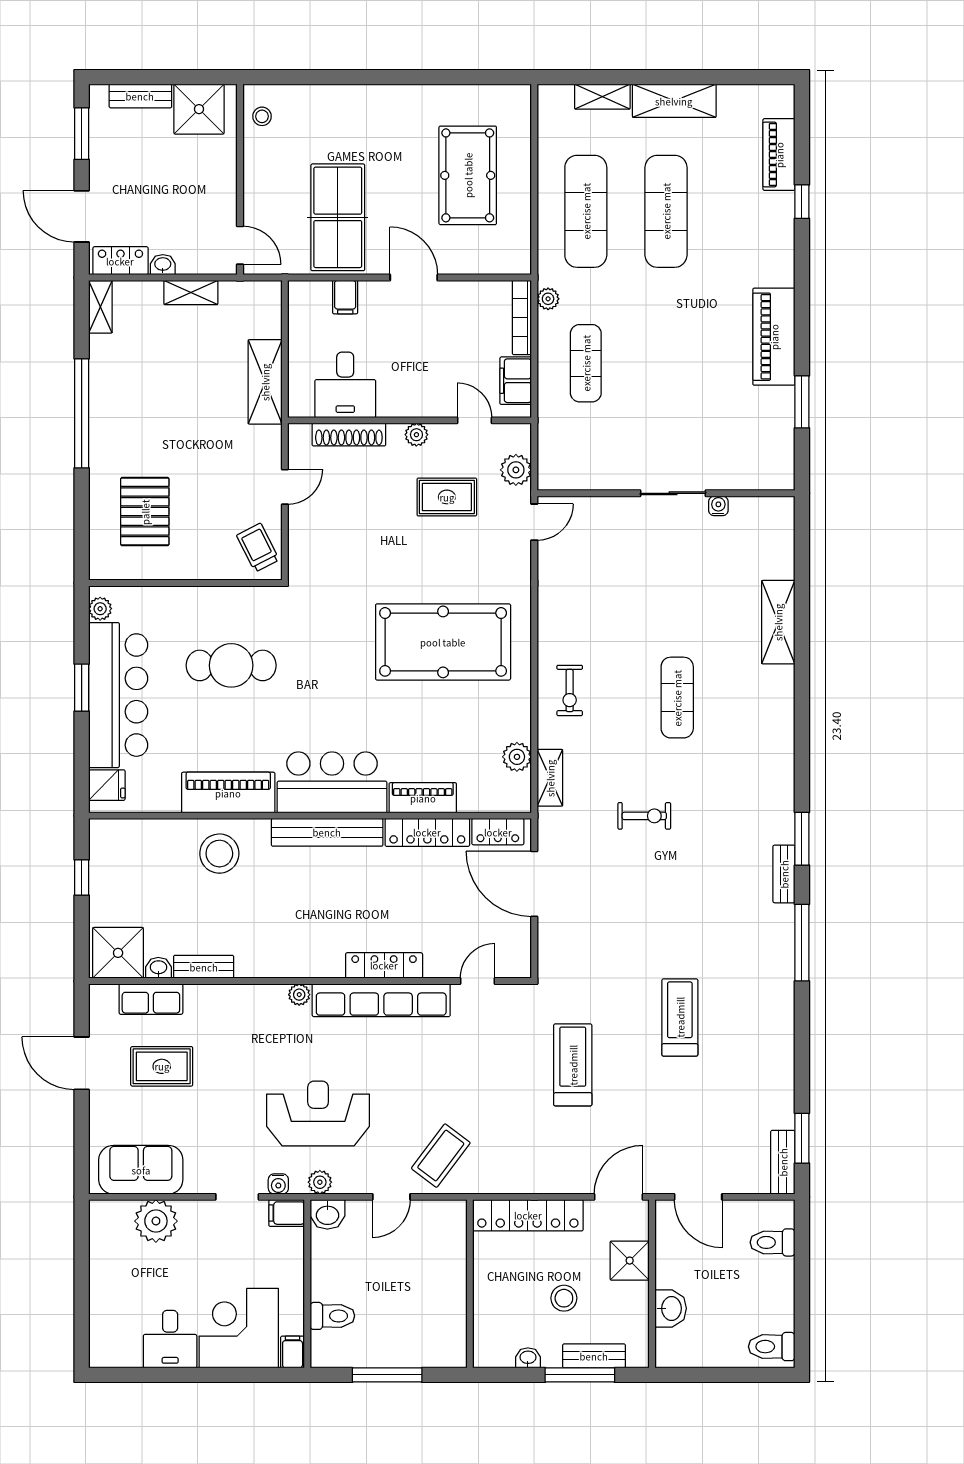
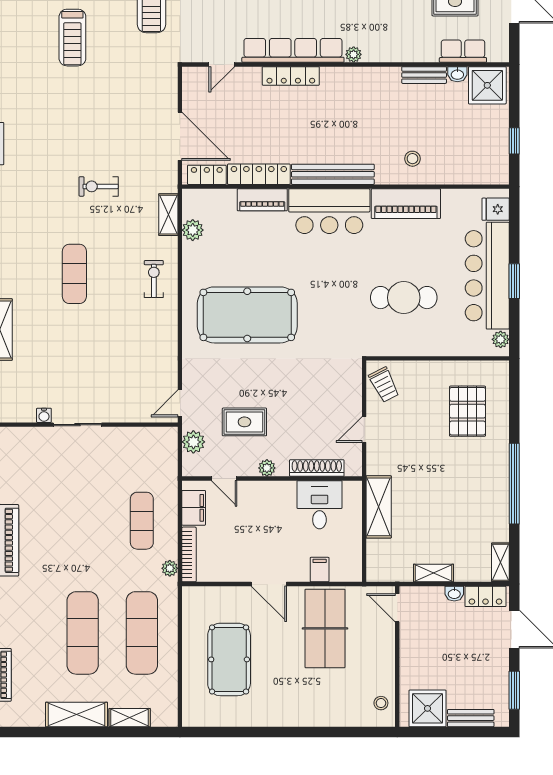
stool: (219, 854) -> (412, 159), width x0.53, depth x0.53

